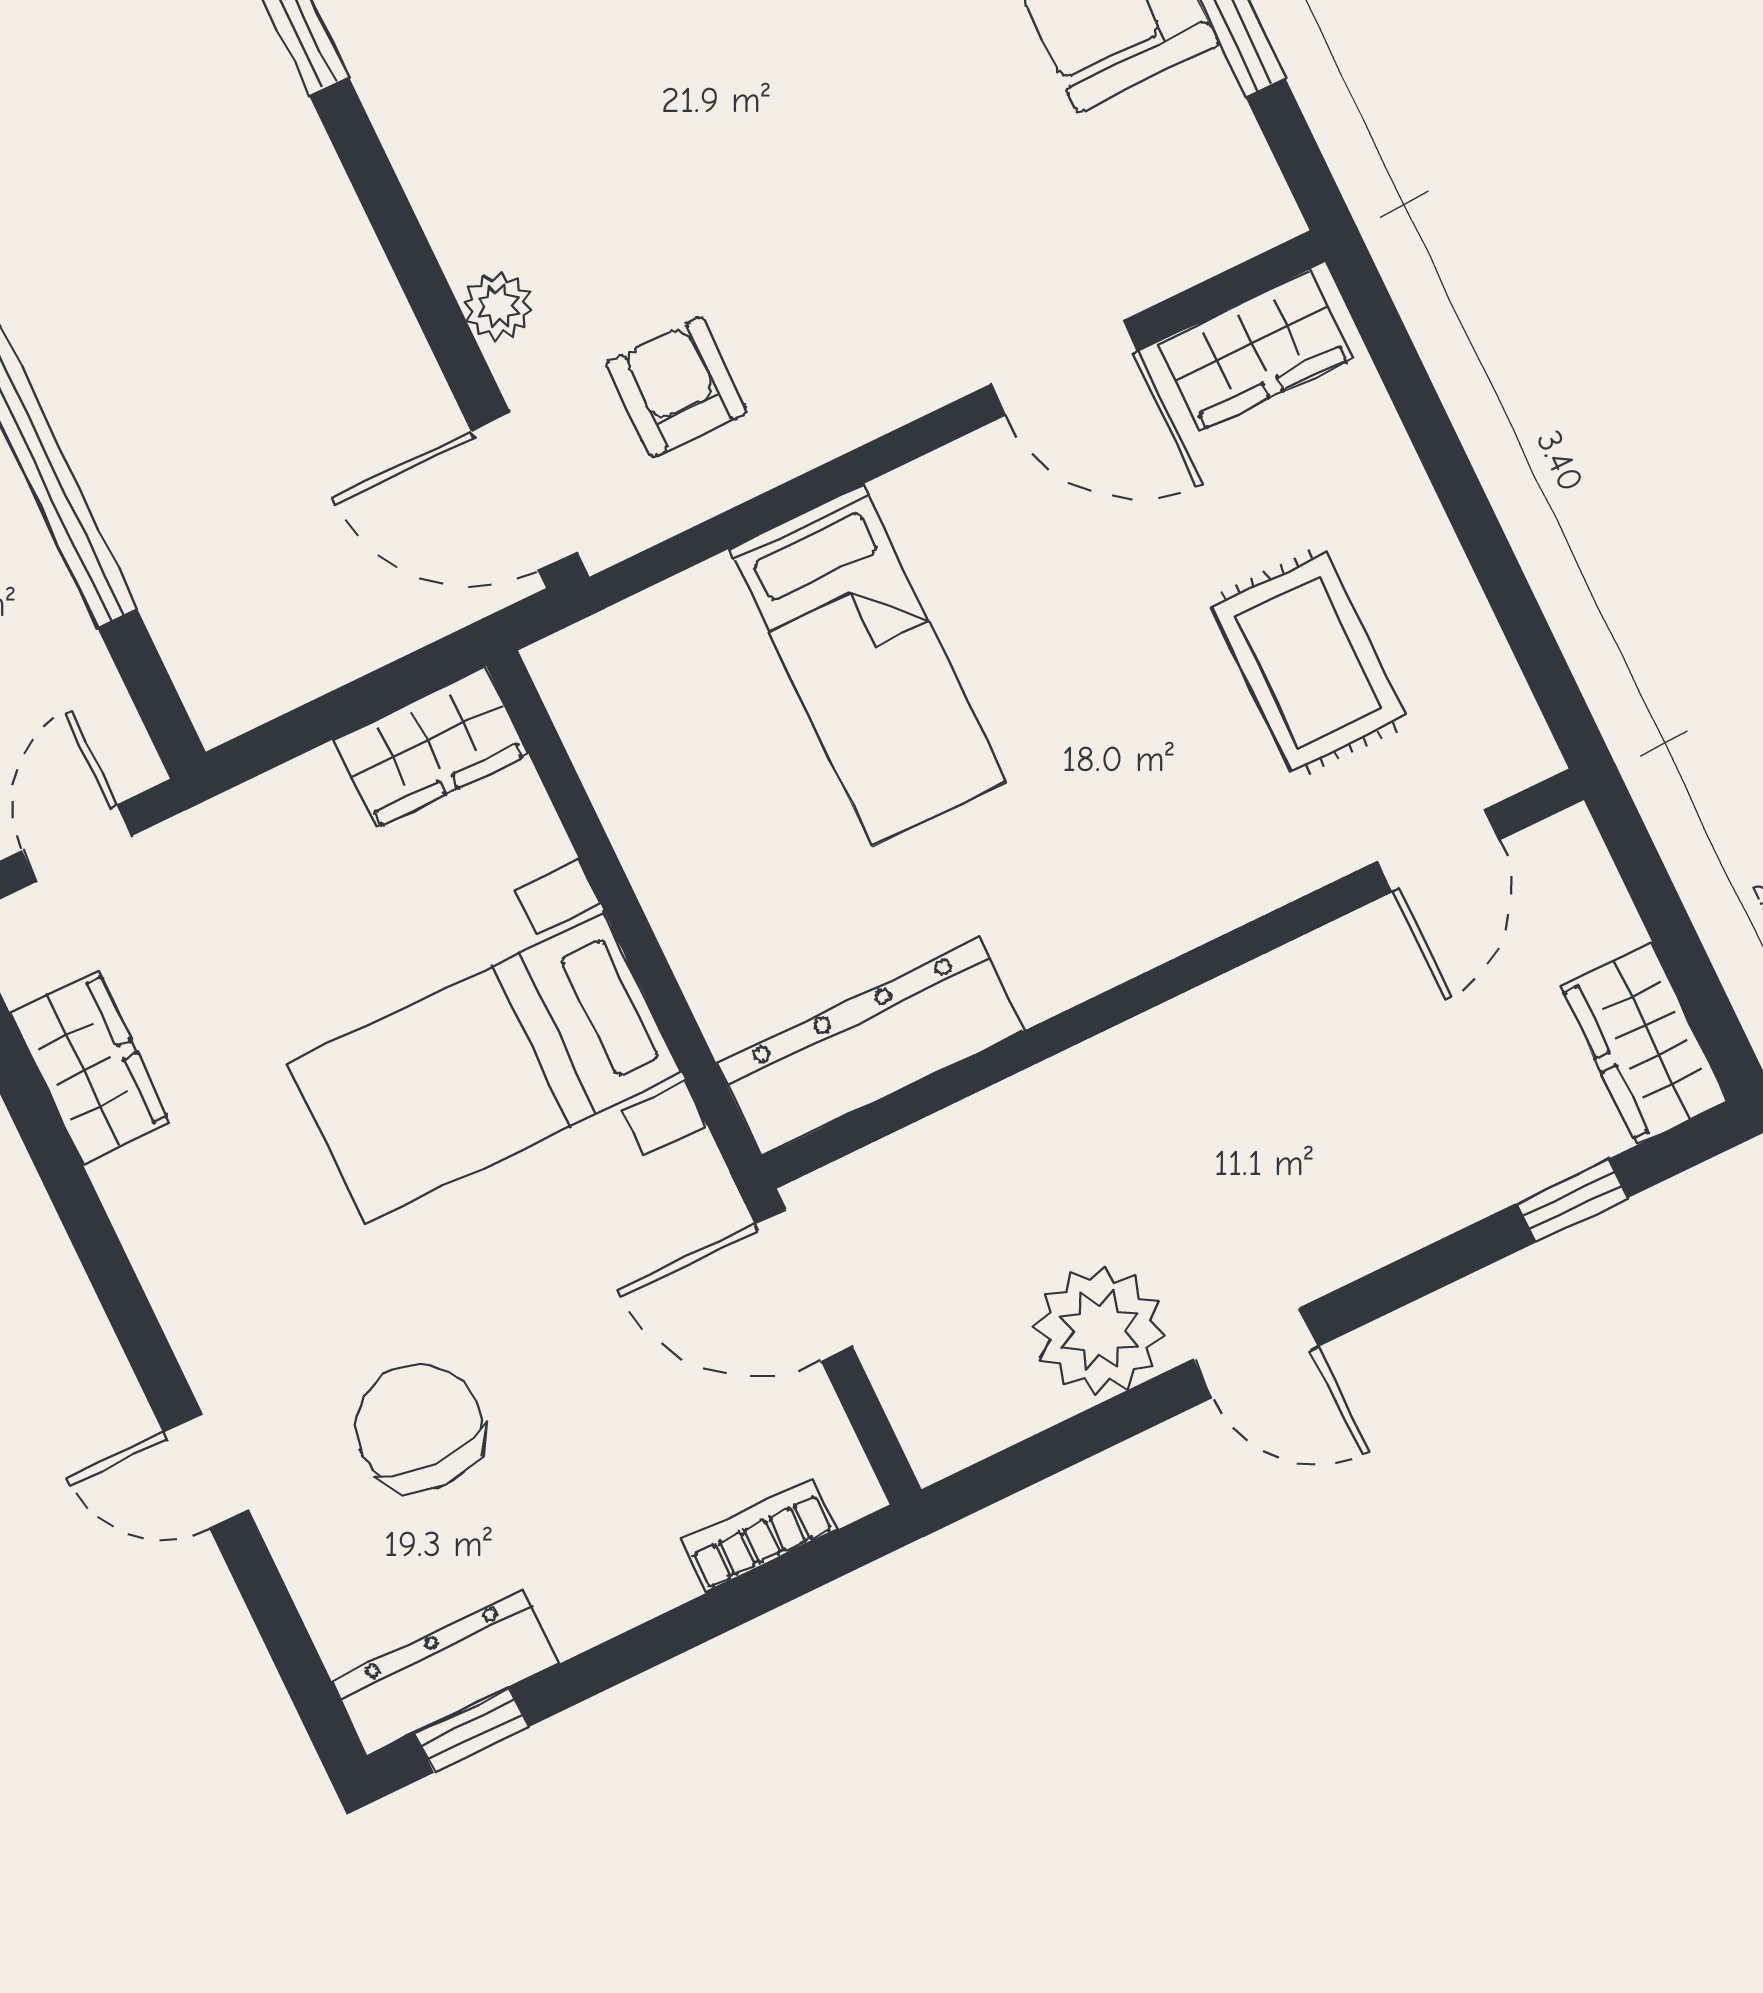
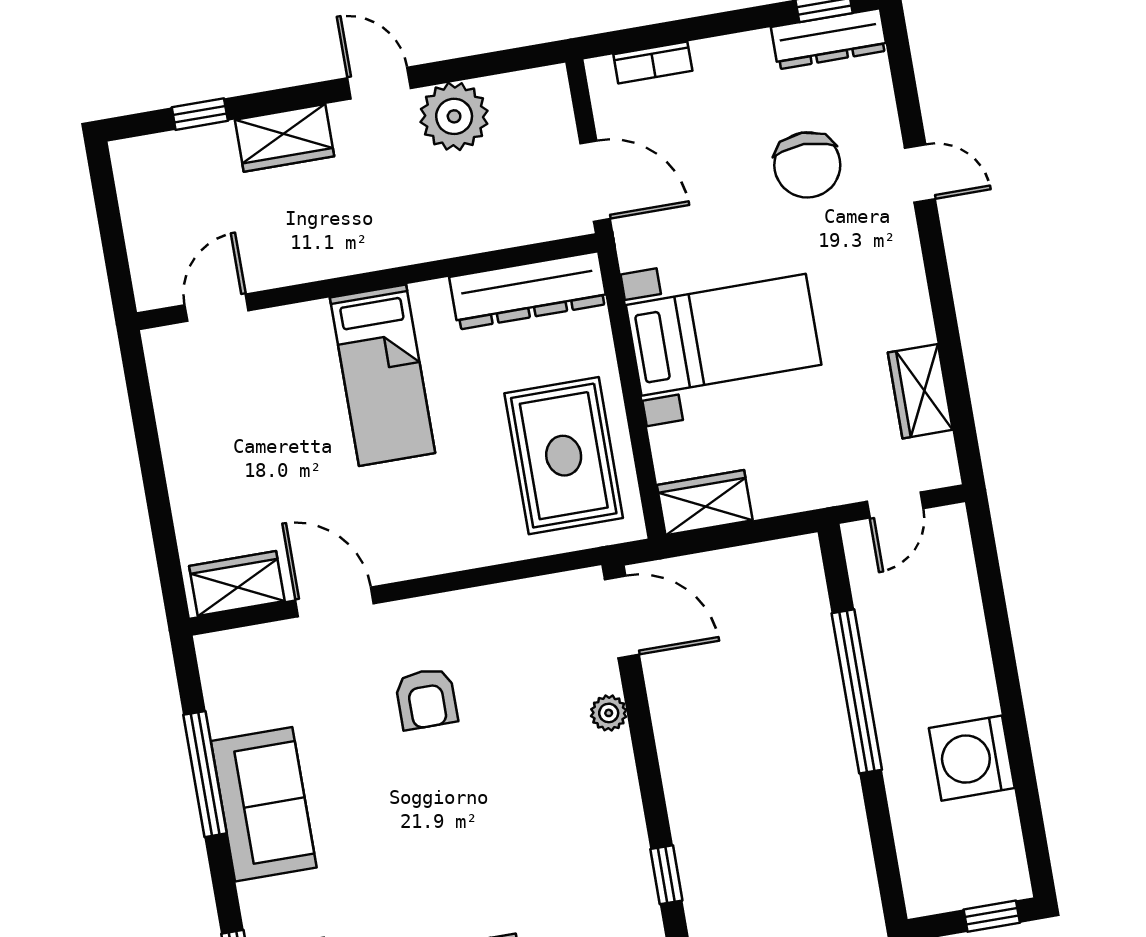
armchair: (676, 387) -> (426, 699), moved
rug: (1309, 662) -> (564, 456), moved, width x1.36, depth x1.43
bed: (868, 665) -> (383, 375), moved, turned 180
wardrobe: (1644, 1044) -> (284, 138), moved, turned 90

